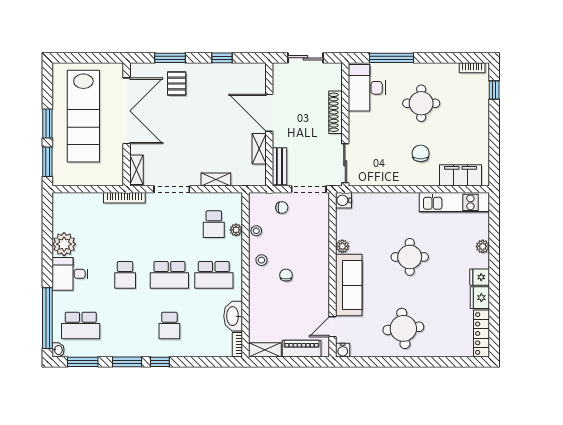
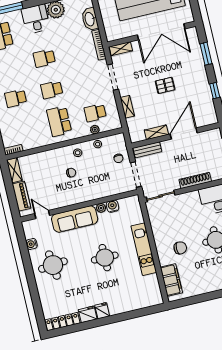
pallet: (177, 83) -> (165, 85), moved
water cooler: (344, 200) -> (112, 206), moved
kitchen unit: (454, 202) -> (144, 249), moved
plant: (483, 246) -> (125, 308), removed
school desk: (169, 275) -> (52, 90), width x0.54
washbasin: (233, 316) -> (90, 19), moved, turned -90
water cooler: (343, 350) -> (32, 244), moved

